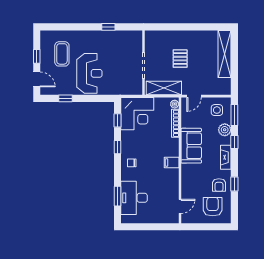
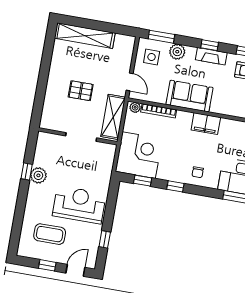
plant: (107, 37) -> (38, 175), added
window: (234, 142) -> (210, 45), moved
filing cabinet: (172, 162) -> (206, 124), width x2.00

